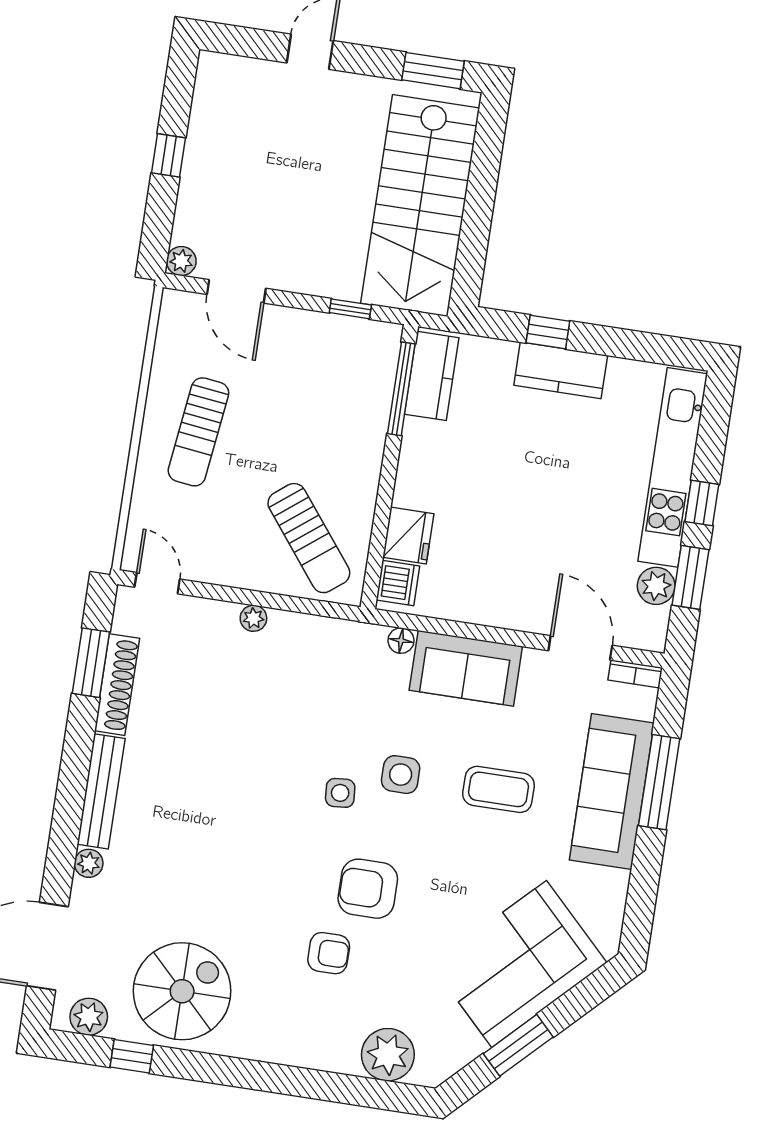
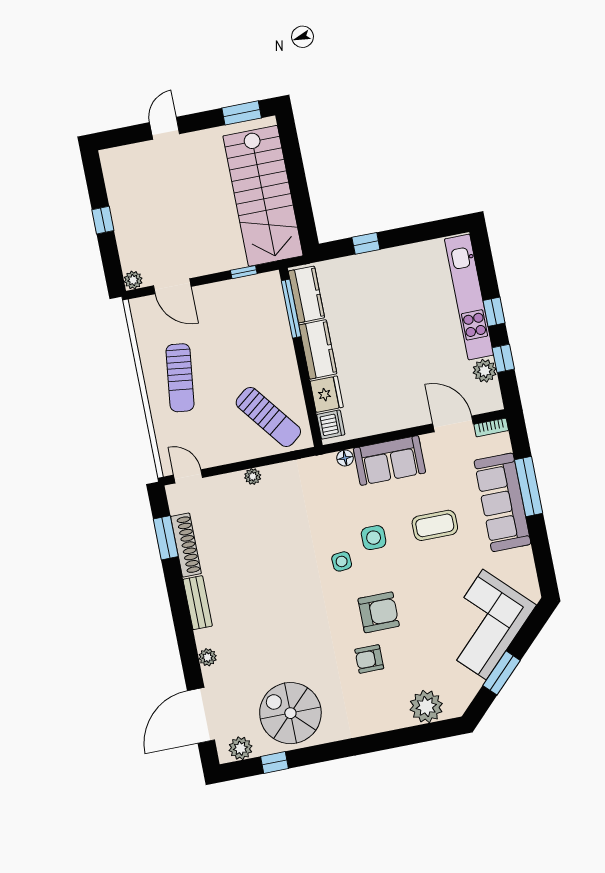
kitchen counter: (561, 370) -> (318, 349), moved, turned -90
window: (691, 577) -> (503, 358), width x0.67
bench: (101, 791) -> (198, 603), width x0.73
armchair: (368, 889) -> (379, 612), turned 180
armchair: (329, 953) -> (369, 659), turned 180
spiral stairs: (182, 991) -> (290, 713), turned -90

